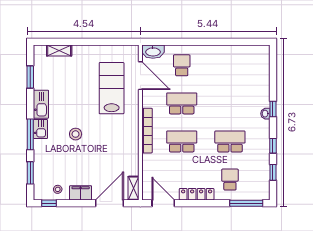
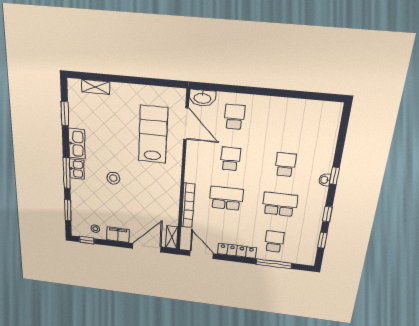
school desk: (182, 103) -> (230, 159), width x0.54
school desk: (230, 103) -> (285, 165), added
bookcase: (147, 131) -> (188, 206), moved
window: (246, 203) -> (274, 264), moved

